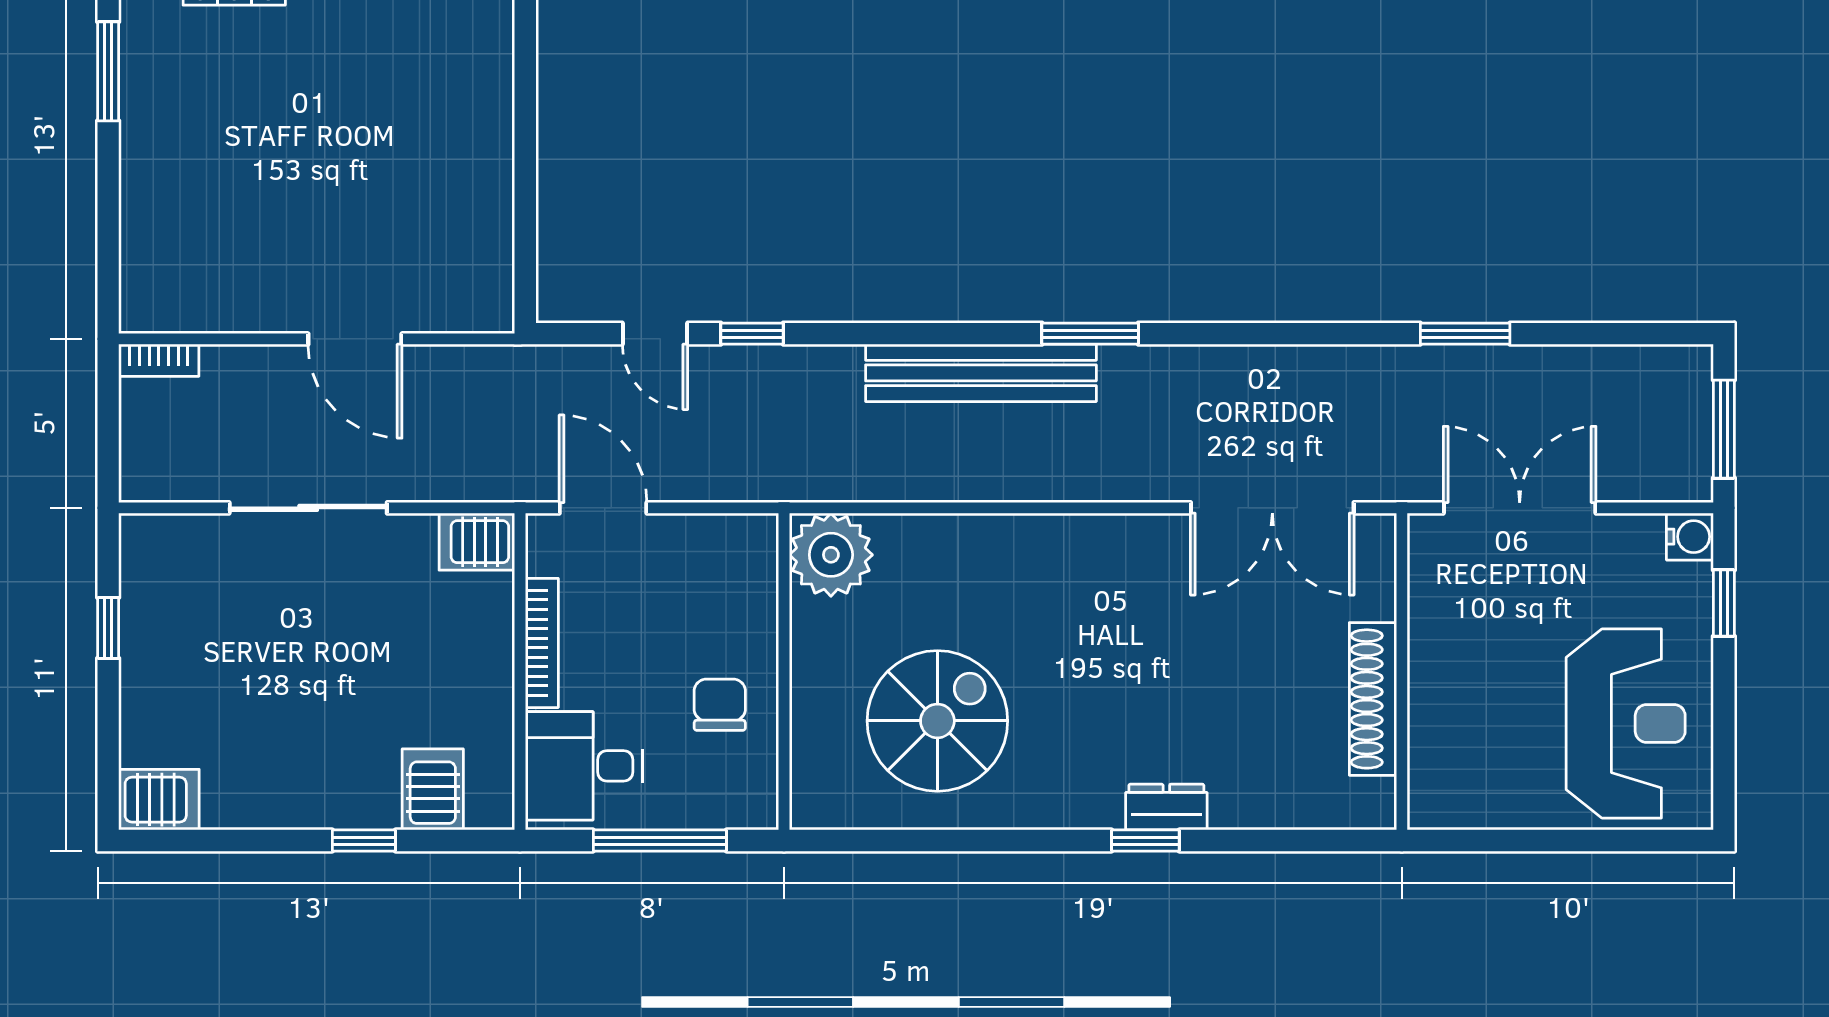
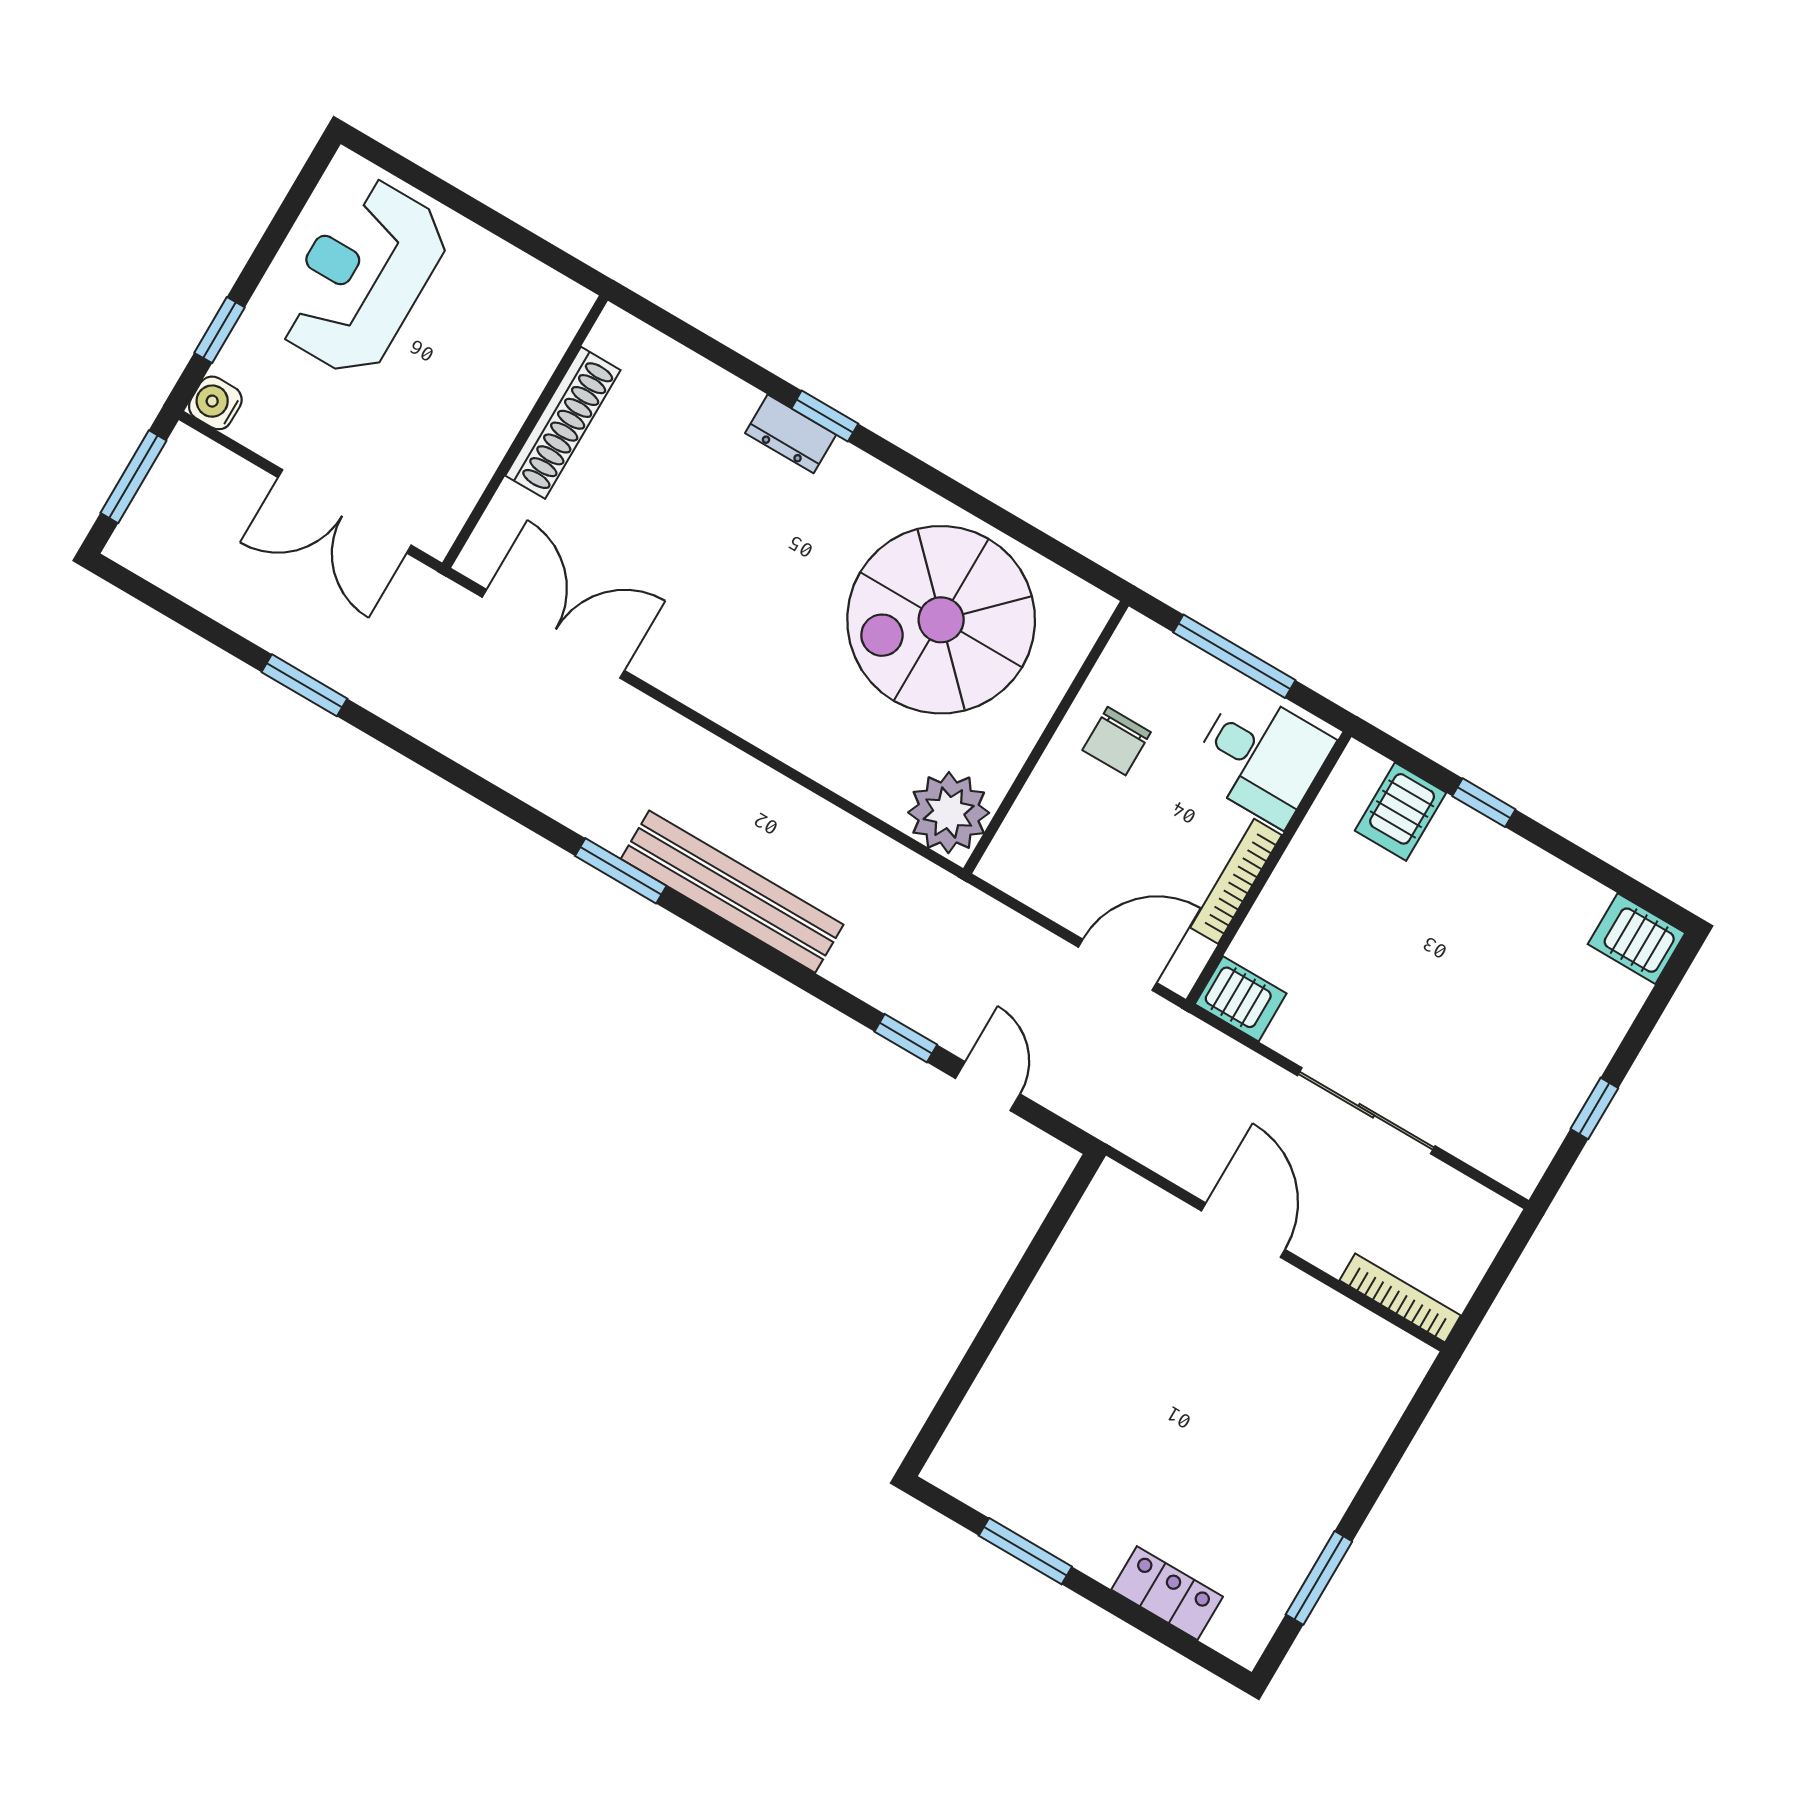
bookcase: (159, 360) -> (1400, 1298), width x1.56
door: (603, 508) -> (1118, 965), swing flipped
spiral stairs: (937, 721) -> (941, 620), width x1.37, depth x1.37

